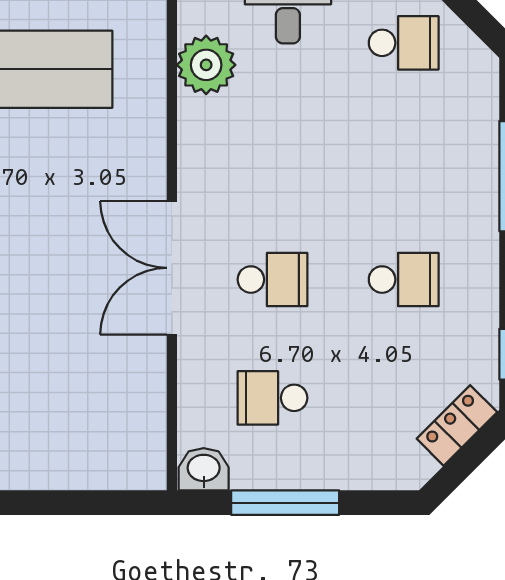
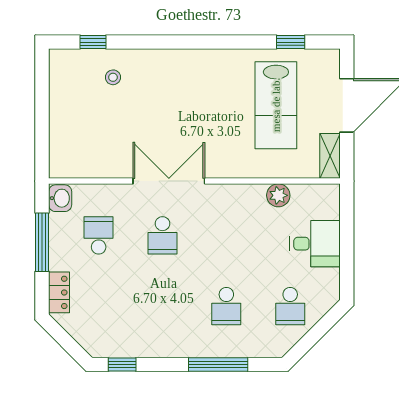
plant: (206, 65) -> (278, 195), width x0.73, depth x0.73
school desk: (404, 280) -> (226, 306), moved
locker: (457, 425) -> (59, 292), moved, turned 45

